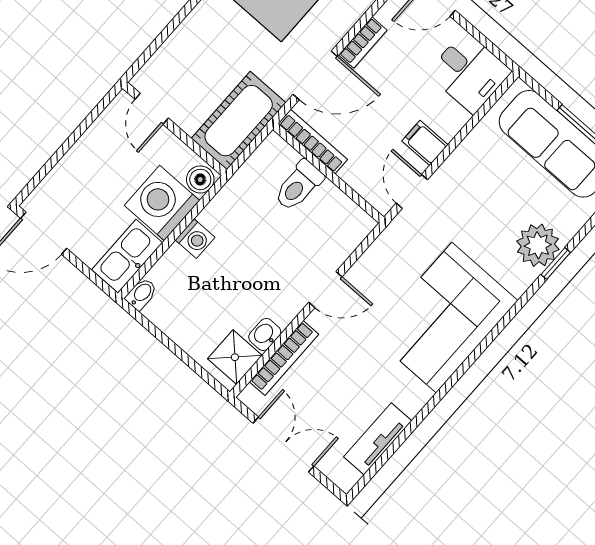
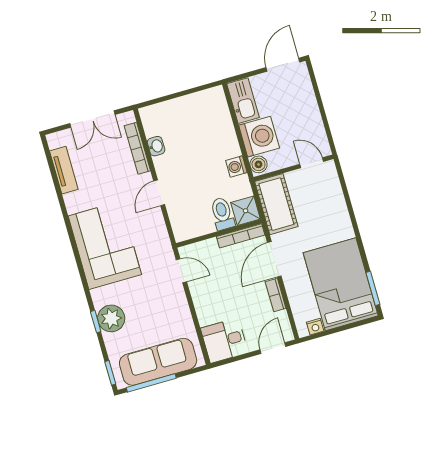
filing cabinet: (425, 143) -> (202, 294), removed
washing machine: (195, 239) -> (236, 167), moved
bidet: (141, 294) -> (219, 95), removed
shower: (235, 357) -> (246, 211), moved

